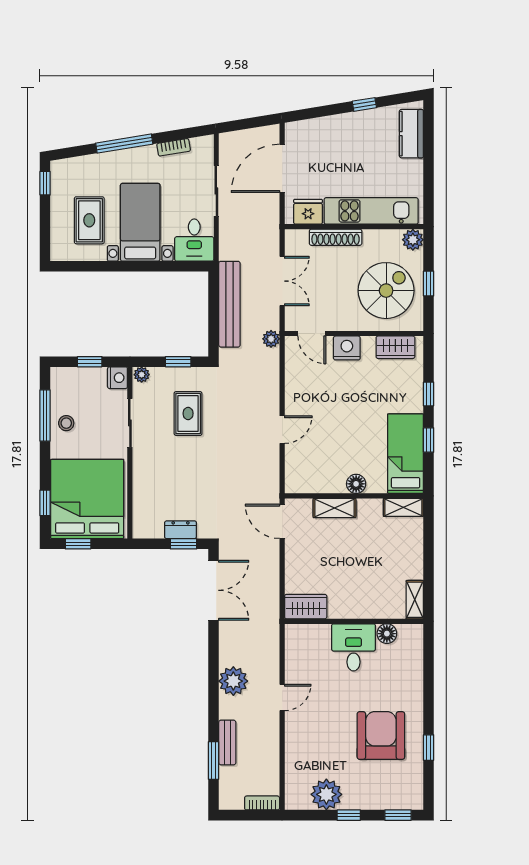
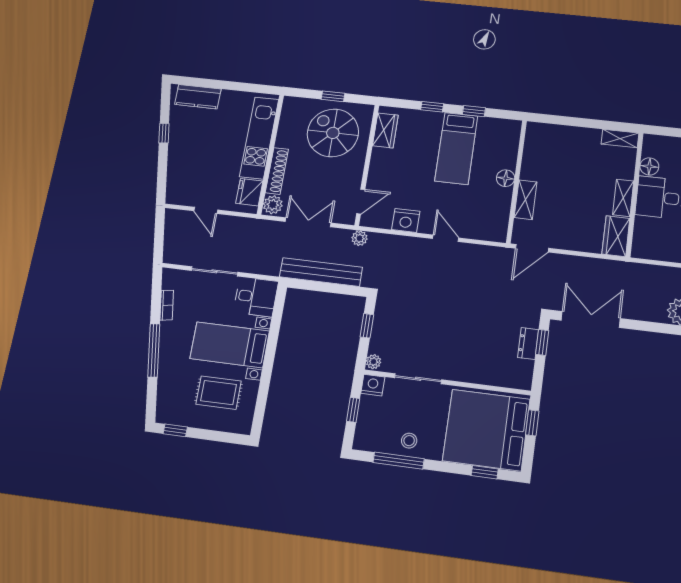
door: (282, 168) -> (206, 210), width x0.53
plant: (413, 240) -> (273, 205), moved
nightstand: (347, 348) -> (406, 220), moved, turned -90
rug: (188, 413) -> (417, 323), removed
bed: (406, 454) -> (456, 148), moved, turned -90
shelving: (403, 507) -> (623, 198), moved
window: (78, 544) -> (532, 423), moved

